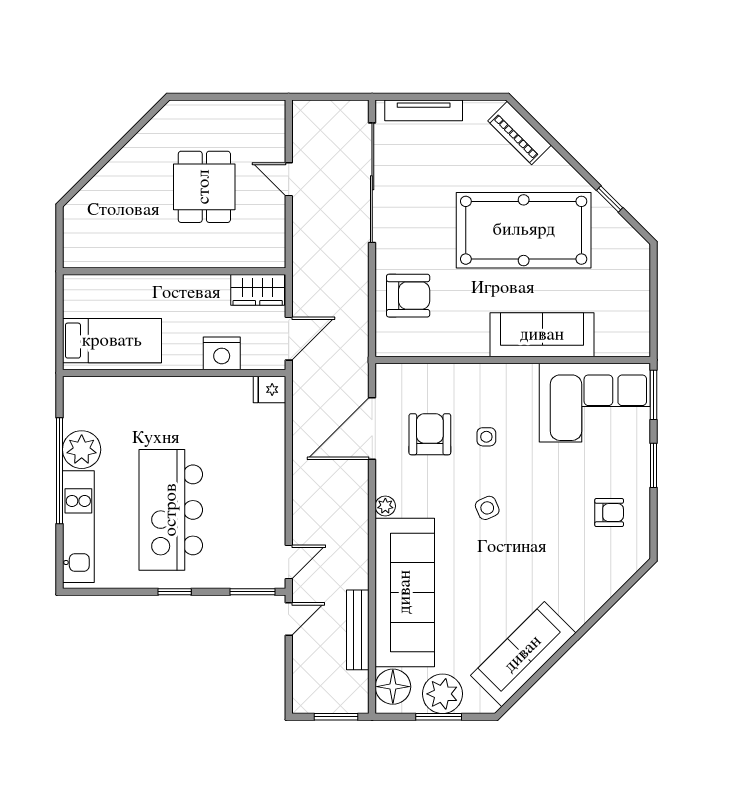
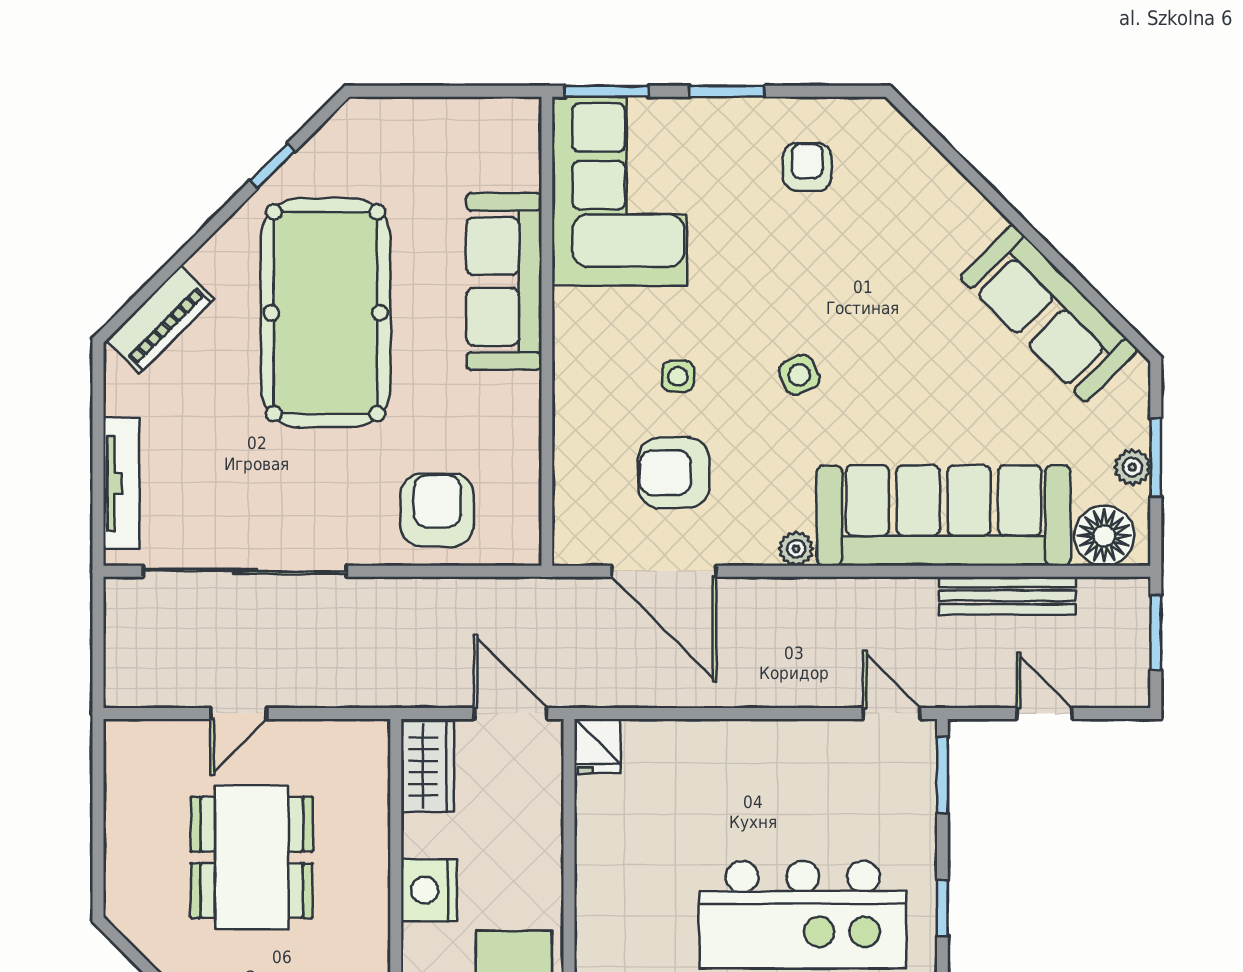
dining table: (204, 187) -> (252, 857), width x1.37
nightstand: (222, 353) -> (429, 890), moved, turned 180
door: (289, 619) -> (1045, 713), moved
plant: (442, 694) -> (1132, 467), width x0.53, depth x0.53

